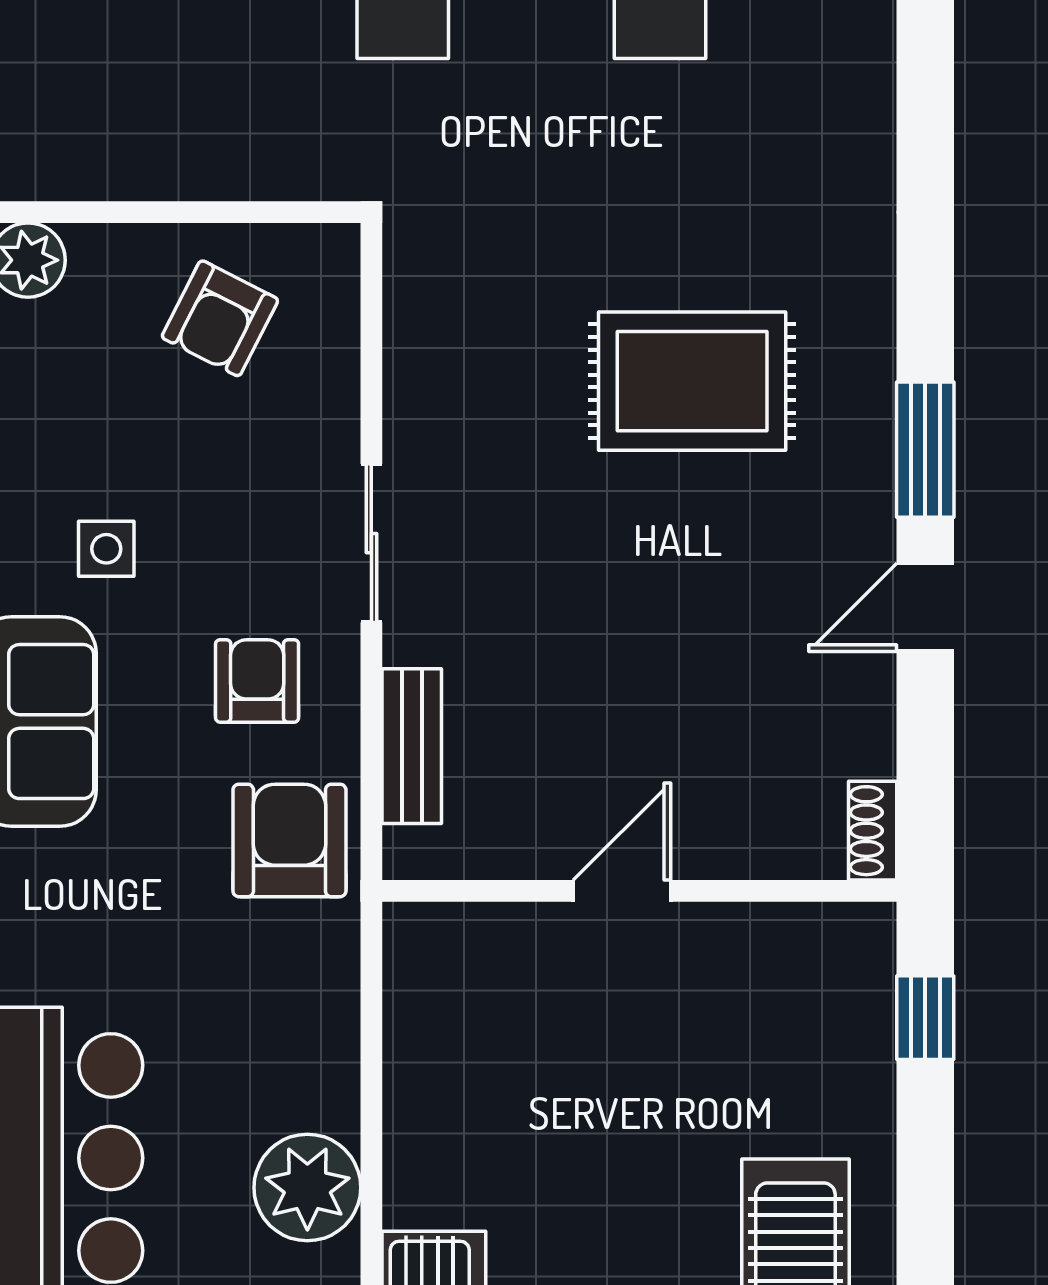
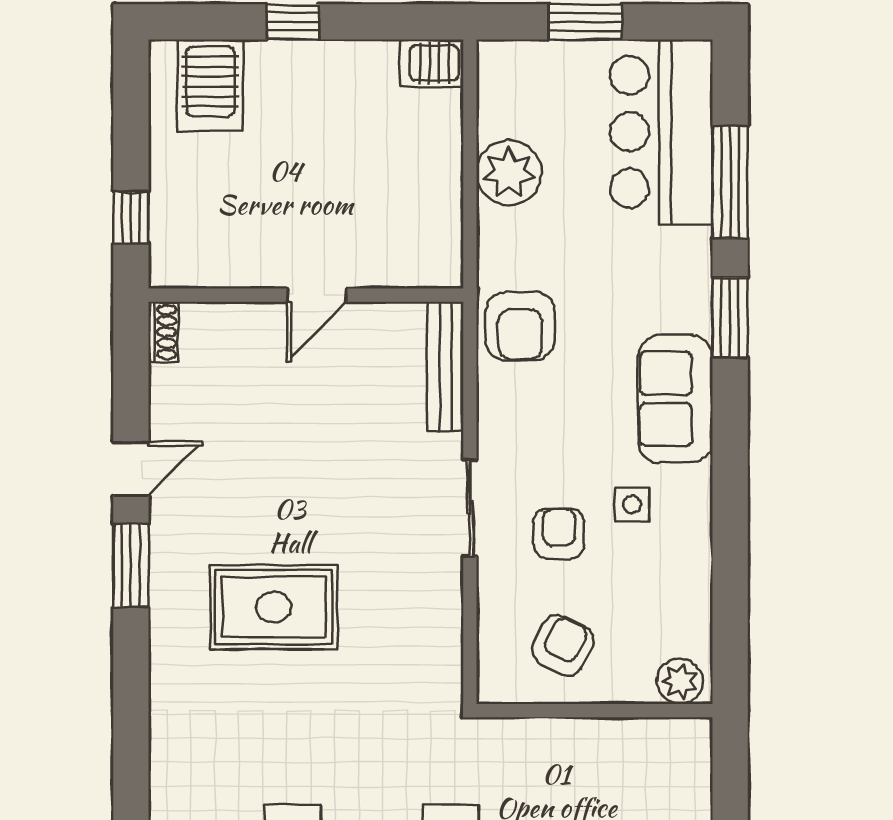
armchair: (257, 681) -> (559, 534), moved, turned 180
bench: (412, 746) -> (445, 367), width x1.36
plant: (307, 1188) -> (509, 173), moved

